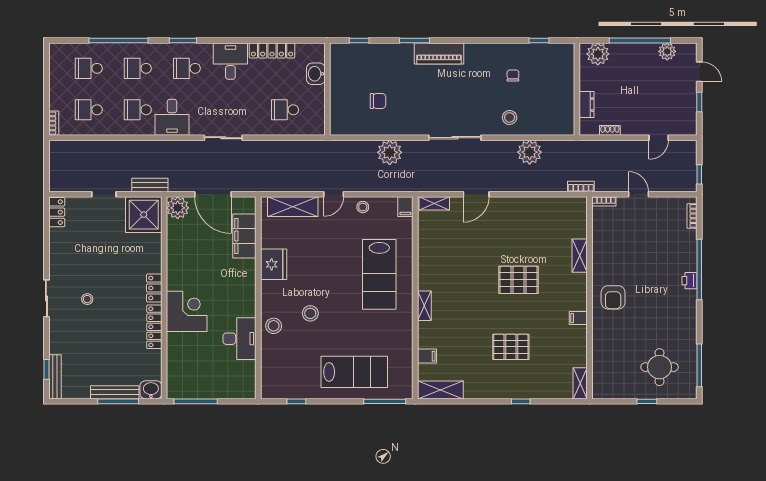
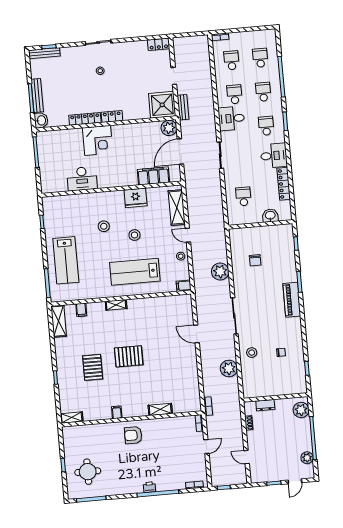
shelving: (434, 203) -> (188, 305), removed
pallet: (519, 280) -> (129, 356), moved, turned 90
stool: (274, 326) -> (135, 235), moved

